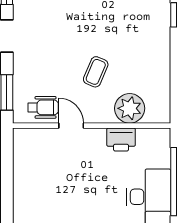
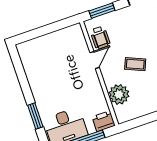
printer: (121, 139) -> (104, 121), moved, turned 90

